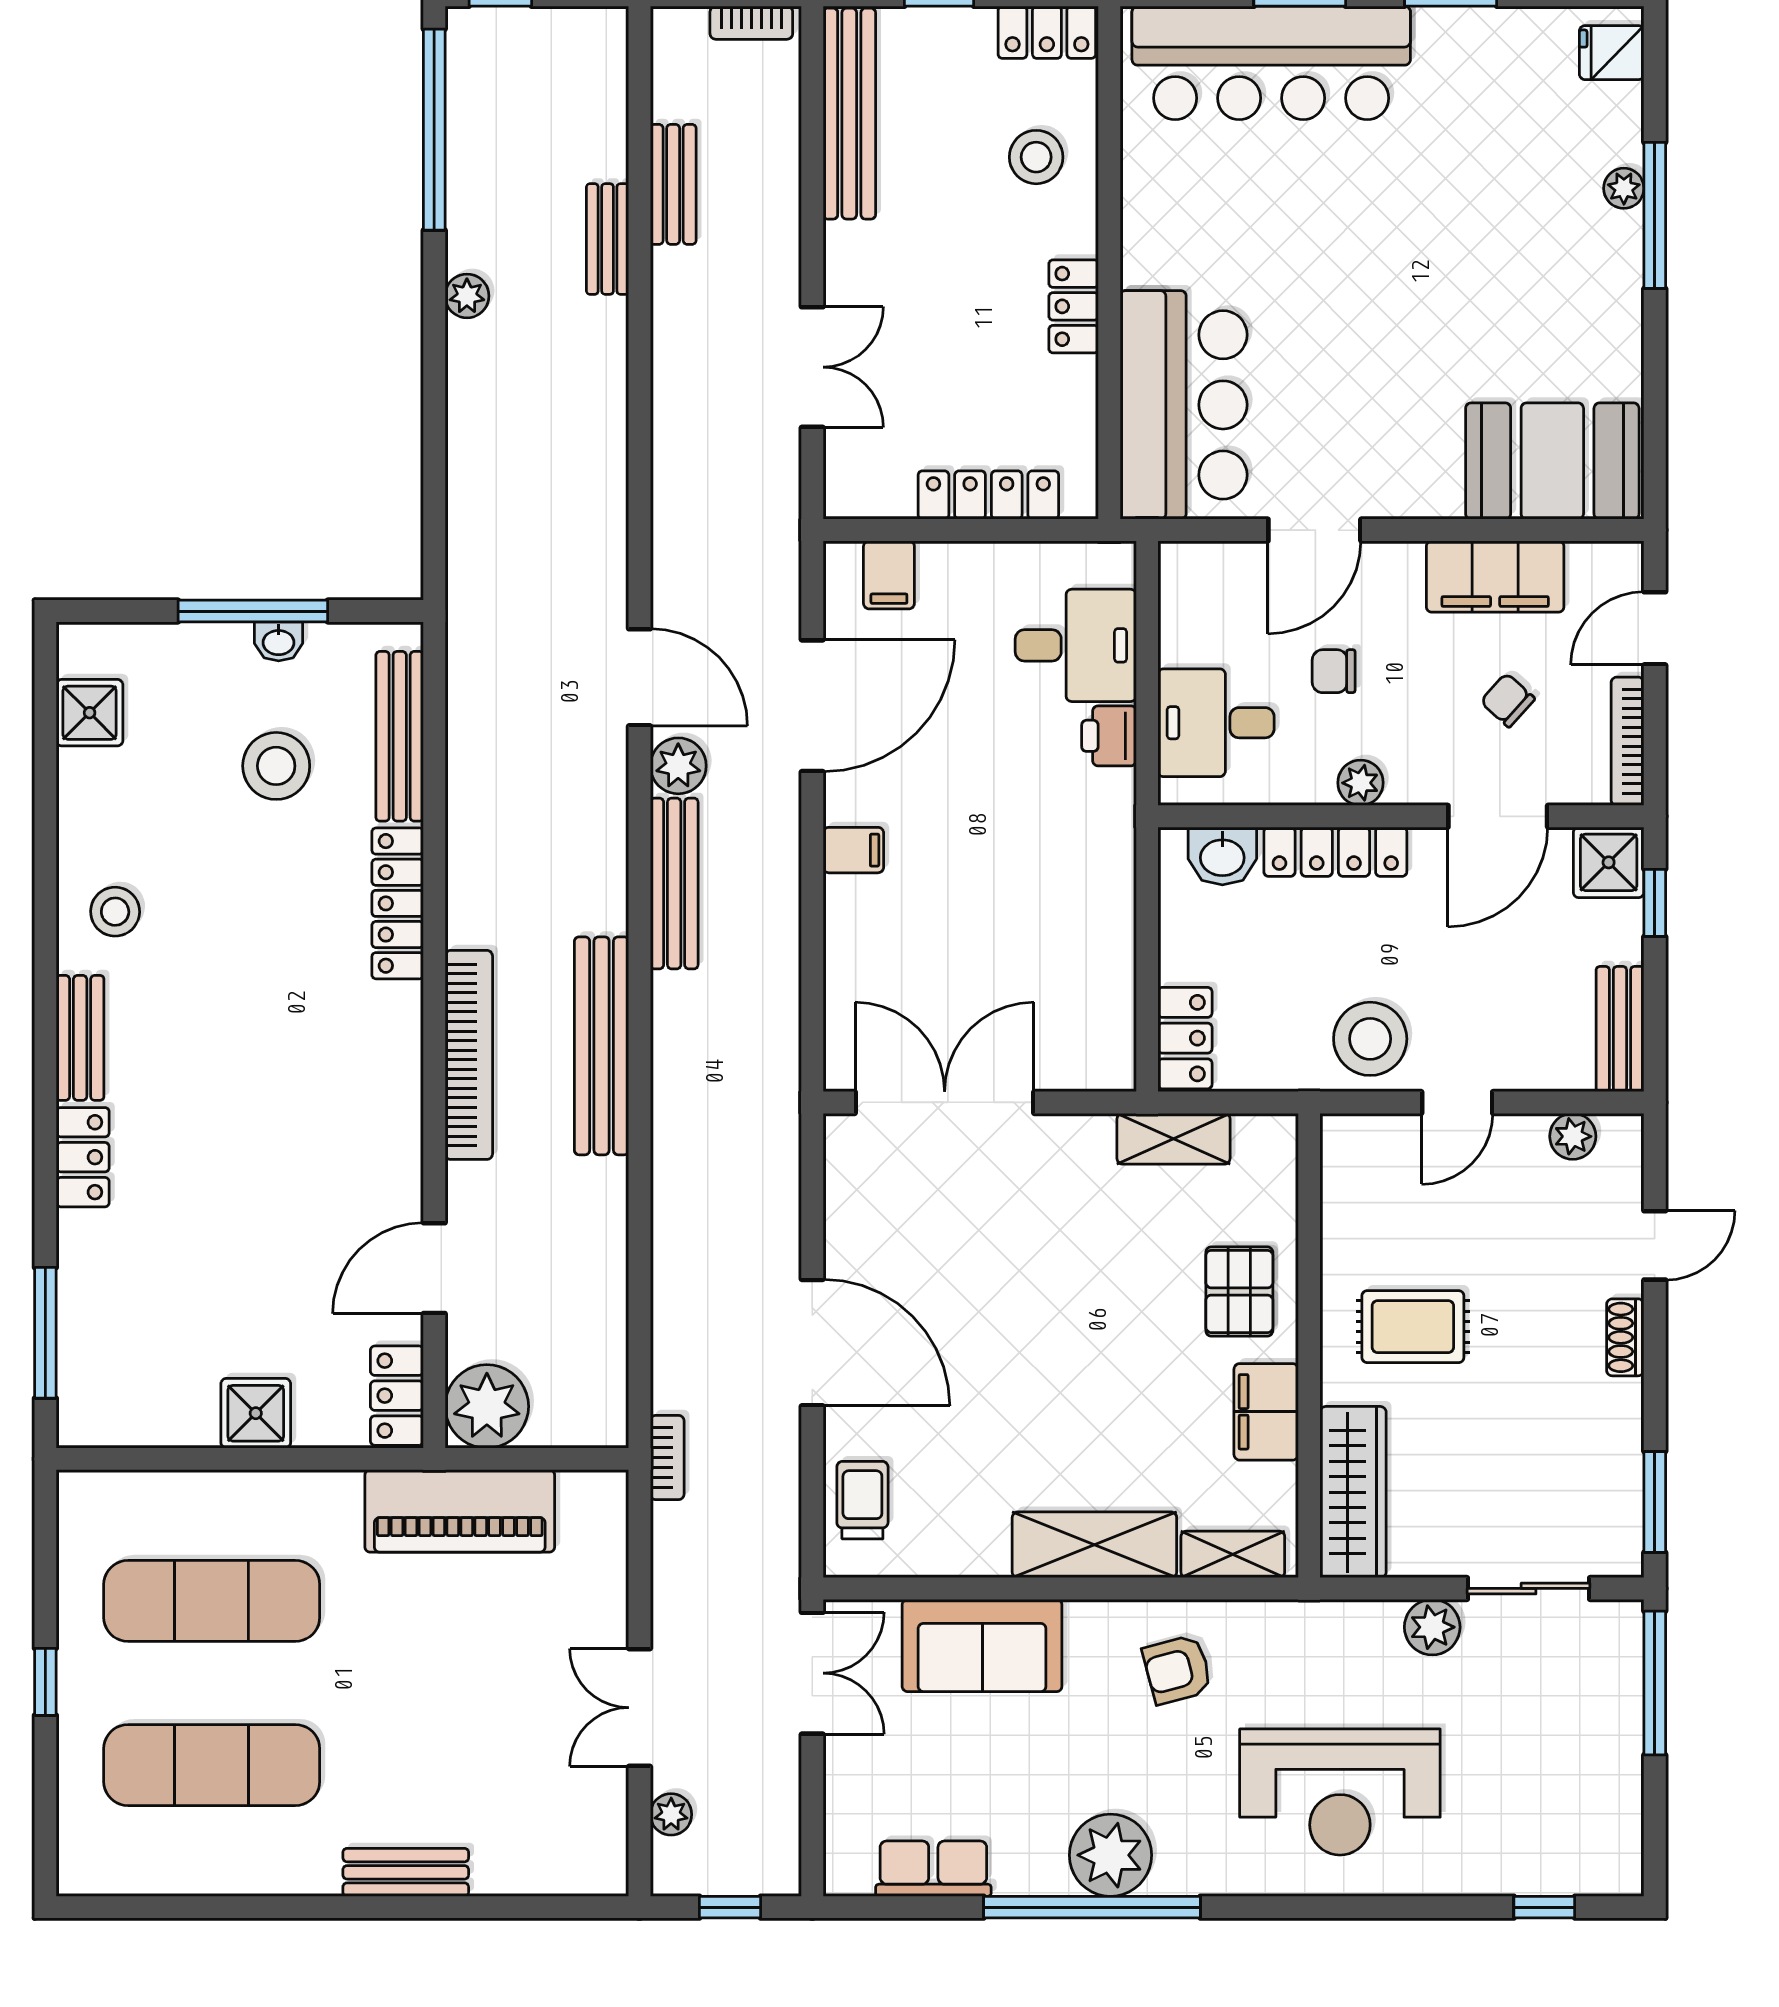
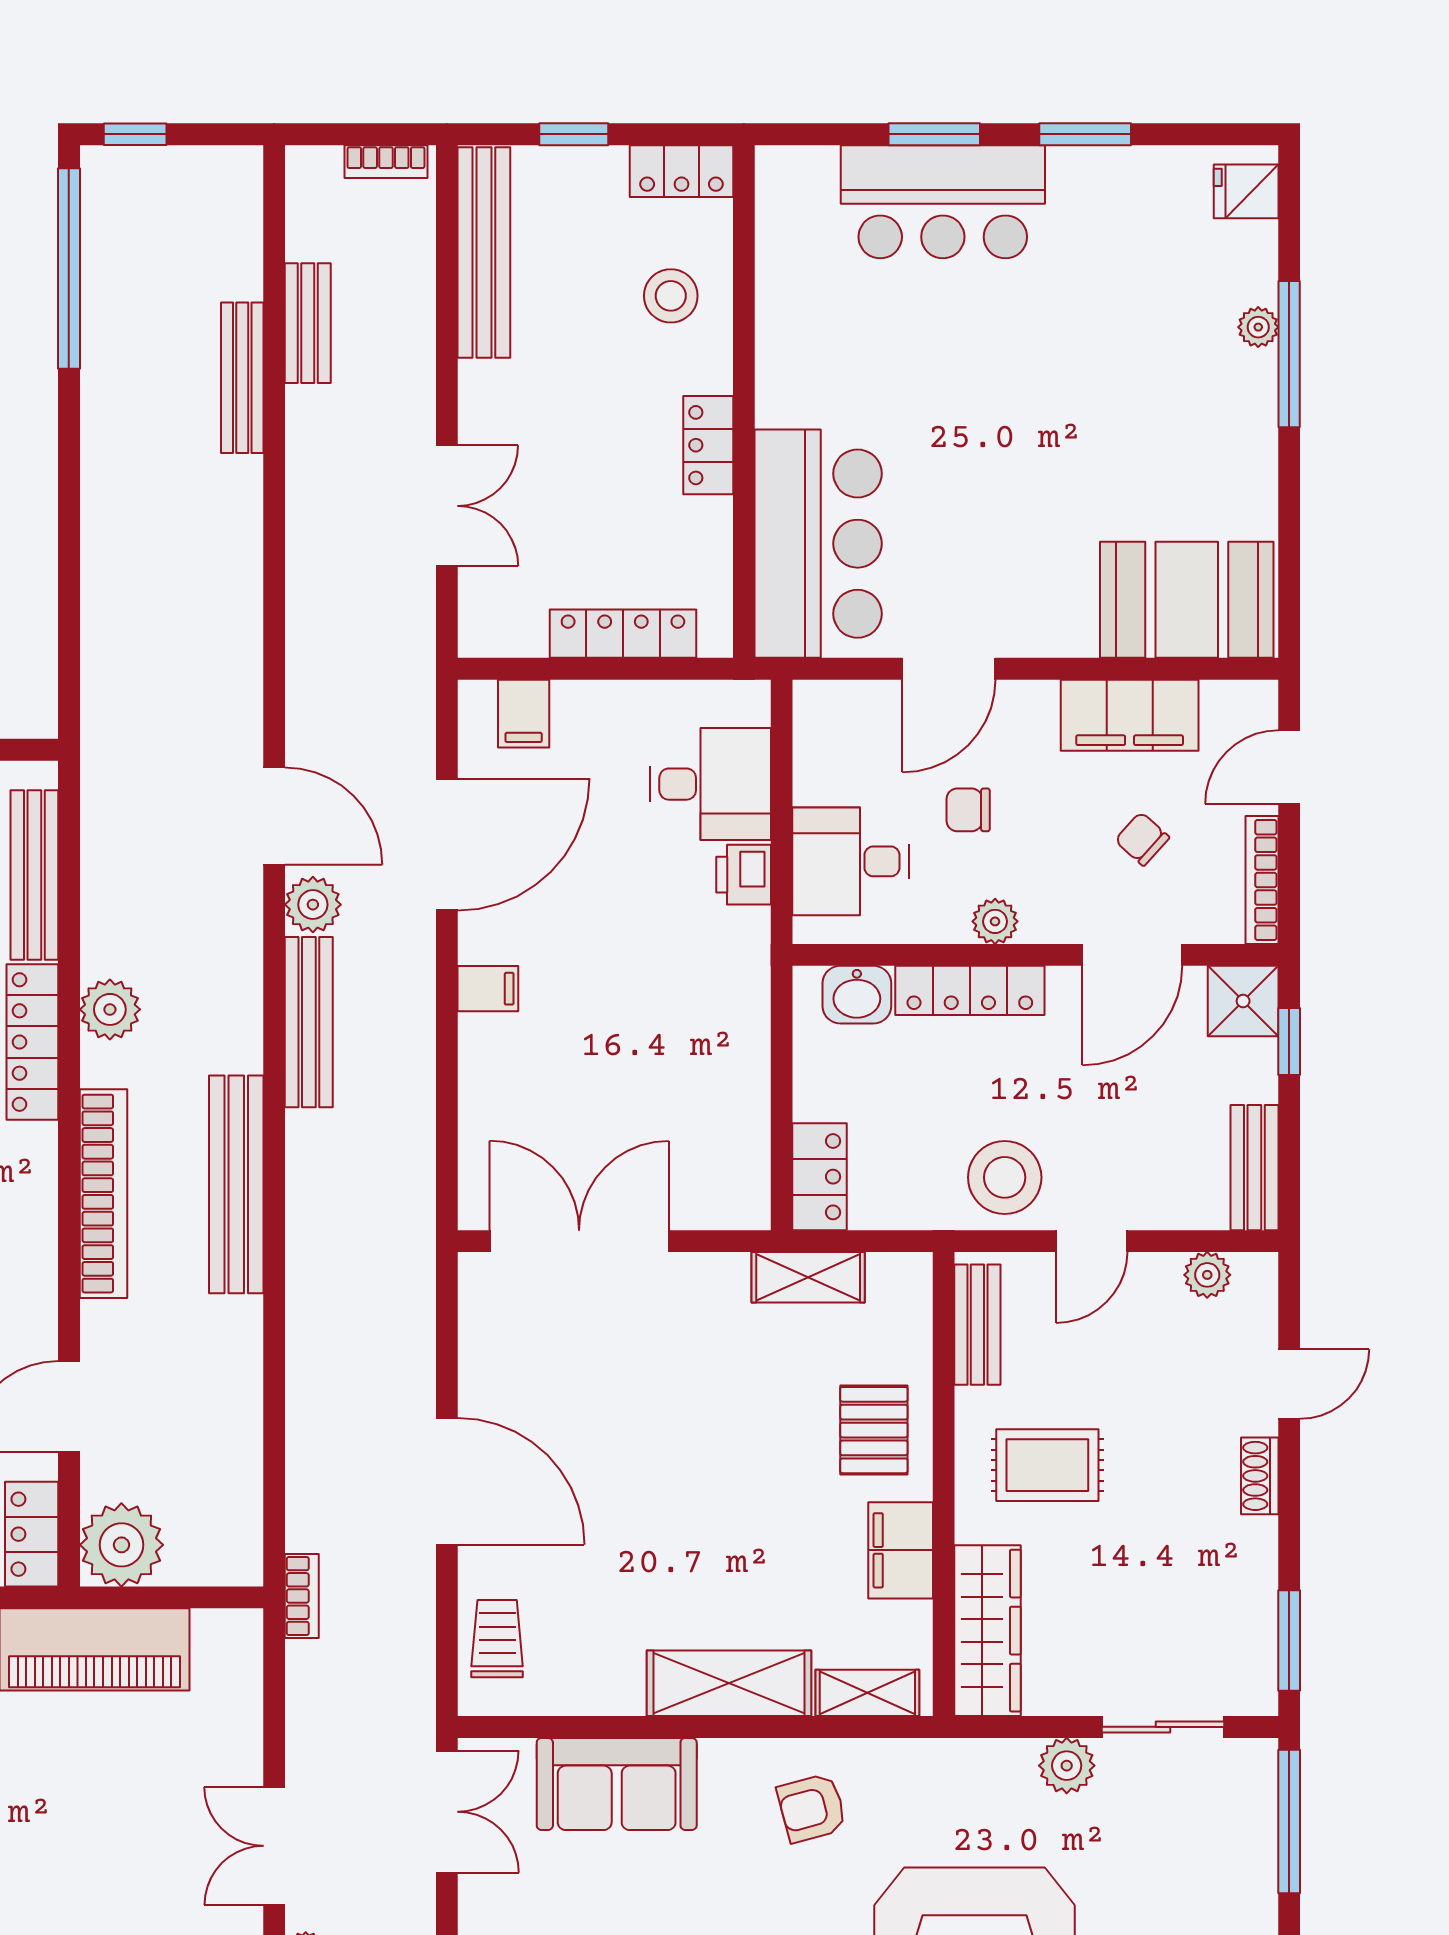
bar counter: (1271, 63) -> (943, 202), width x0.73
bench: (608, 239) -> (242, 378), width x1.36
plant: (467, 296) -> (110, 1009), moved, width x1.38, depth x1.38
bench: (1343, 1186) -> (977, 1325), added

